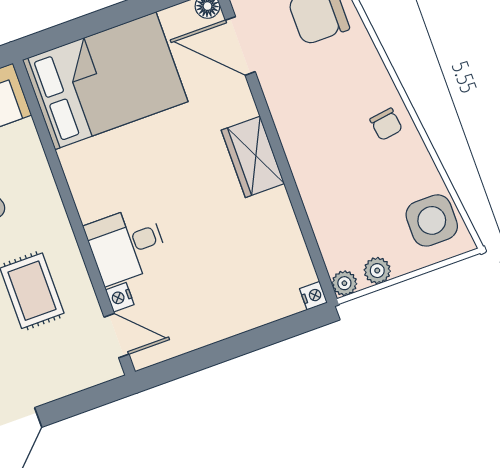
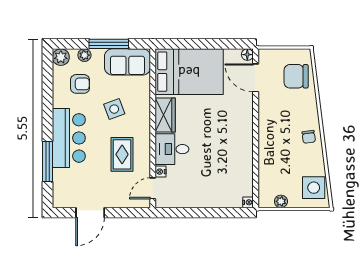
wardrobe: (253, 157) -> (165, 115), moved, turned 180
plant: (344, 283) -> (264, 202), removed
door: (116, 336) -> (153, 188), swing flipped

